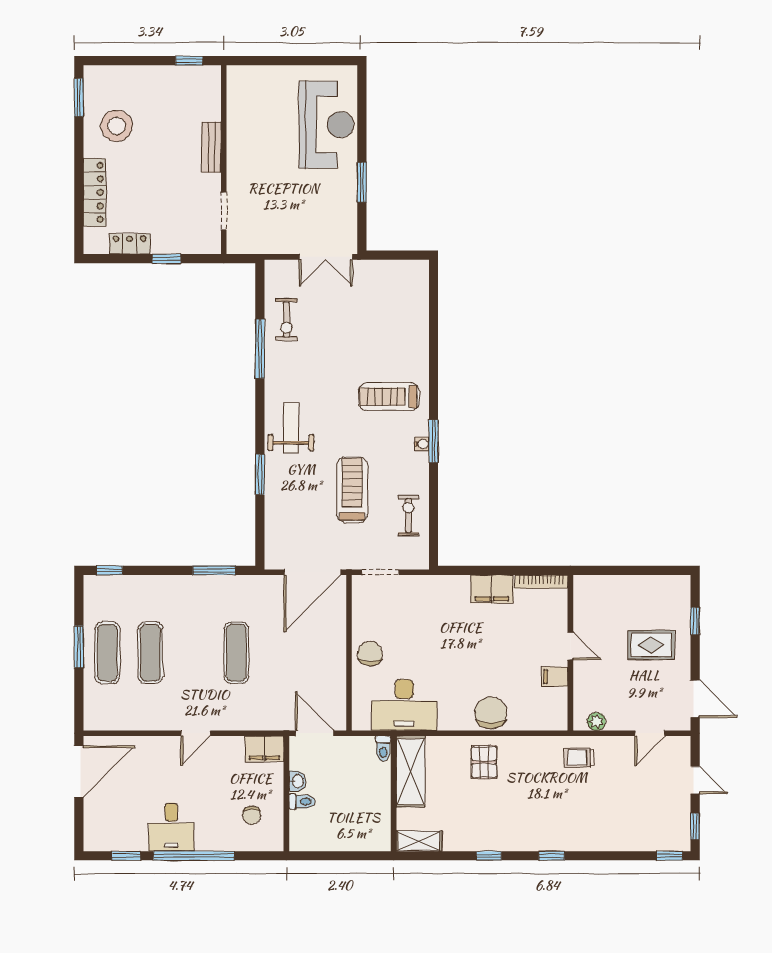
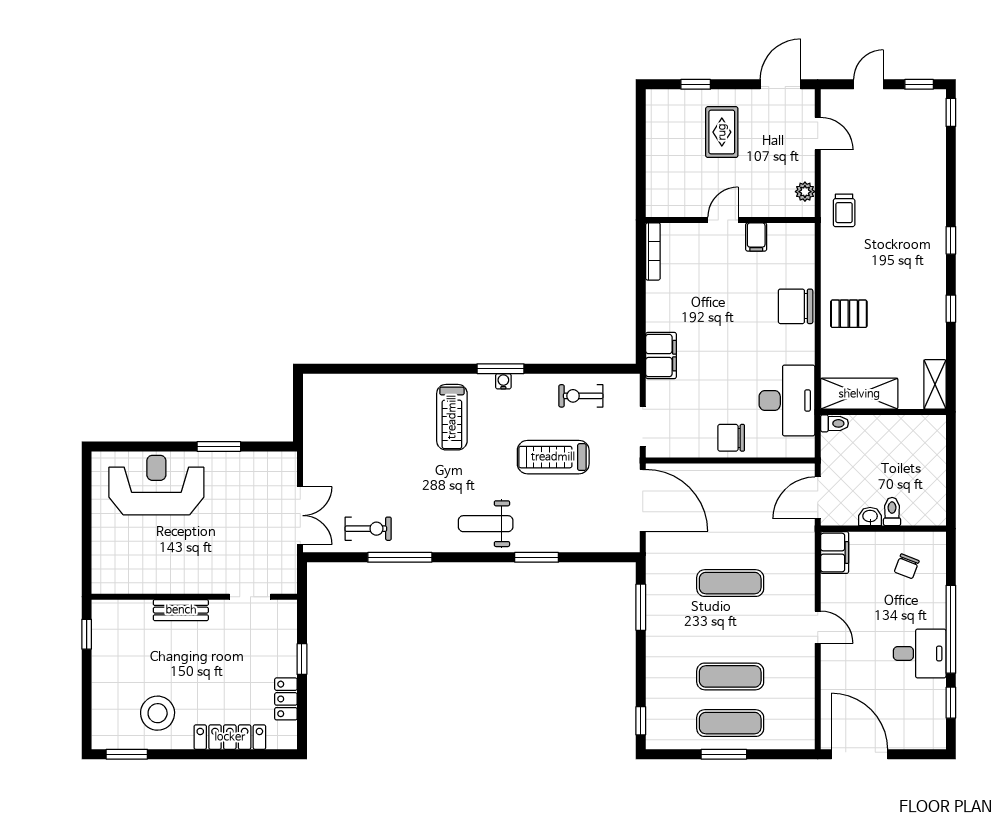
double door: (326, 257) -> (300, 516), moved
filing cabinet: (492, 589) -> (661, 356), moved
chair: (252, 815) -> (907, 566), turned 111

